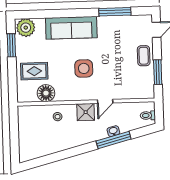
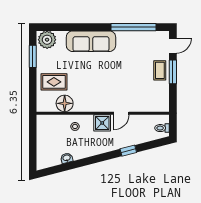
window: (115, 12) -> (133, 27), width x1.46
side table: (84, 68) -> (102, 81), removed
window: (158, 72) -> (173, 72), moved
washbasin: (113, 131) -> (67, 158), moved
window: (114, 140) -> (128, 151), width x0.46

